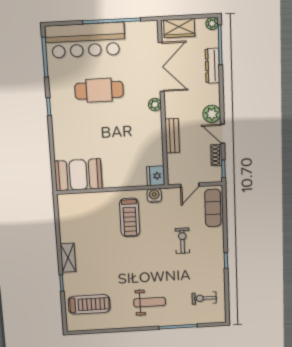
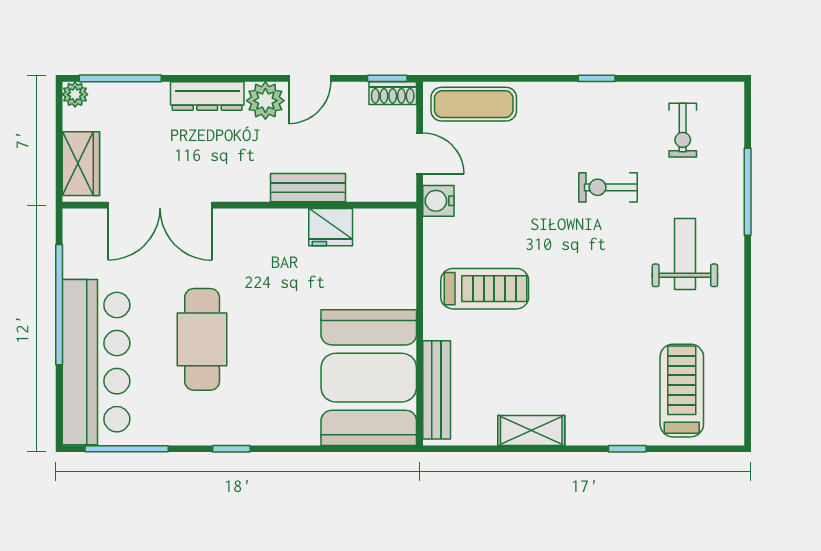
dresser: (212, 66) -> (207, 96), moved
double door: (161, 67) -> (160, 205), swing flipped
plant: (155, 105) -> (239, 222), removed
shoe rack: (216, 155) -> (393, 93), moved
booth: (78, 175) -> (369, 378), width x1.36, depth x1.42
fridge: (156, 176) -> (331, 227), moved
water cooler: (154, 196) -> (438, 201), moved
bench: (82, 199) -> (437, 390), added
exercise bike: (182, 241) -> (608, 187), moved
shelving: (68, 258) -> (531, 430), moved

